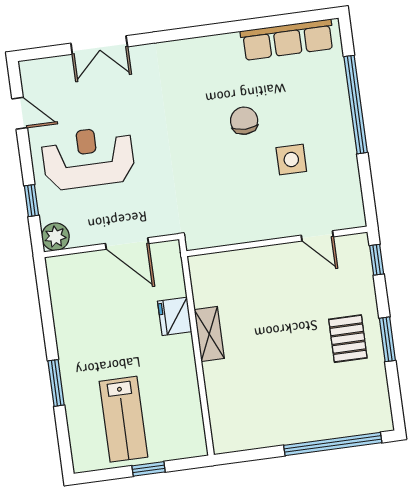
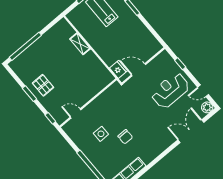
double door: (99, 45) -> (191, 131), width x1.37
reception desk: (88, 158) -> (170, 90), turned 180
plant: (55, 237) -> (207, 107), moved
fridge: (175, 316) -> (118, 69), moved
shelving: (209, 334) -> (80, 44), moved

